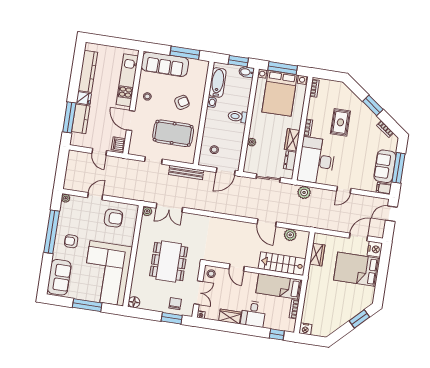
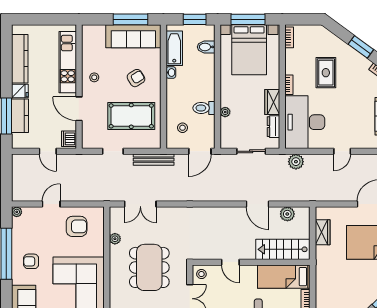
sofa: (165, 64) -> (133, 36), moved
bidet: (246, 72) -> (206, 47), moved
toilet: (238, 117) -> (204, 108), moved
plant: (147, 211) -> (115, 239), moved

